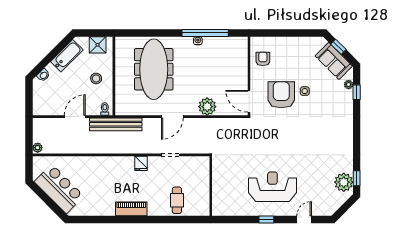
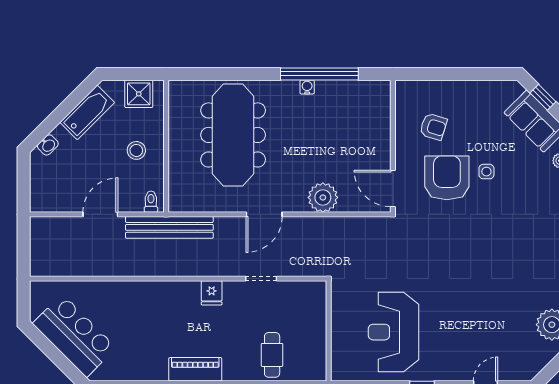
armchair: (263, 59) -> (433, 127), moved, turned 107
plant: (38, 148) -> (38, 267), removed
reception desk: (272, 187) -> (394, 332), moved, turned -90

